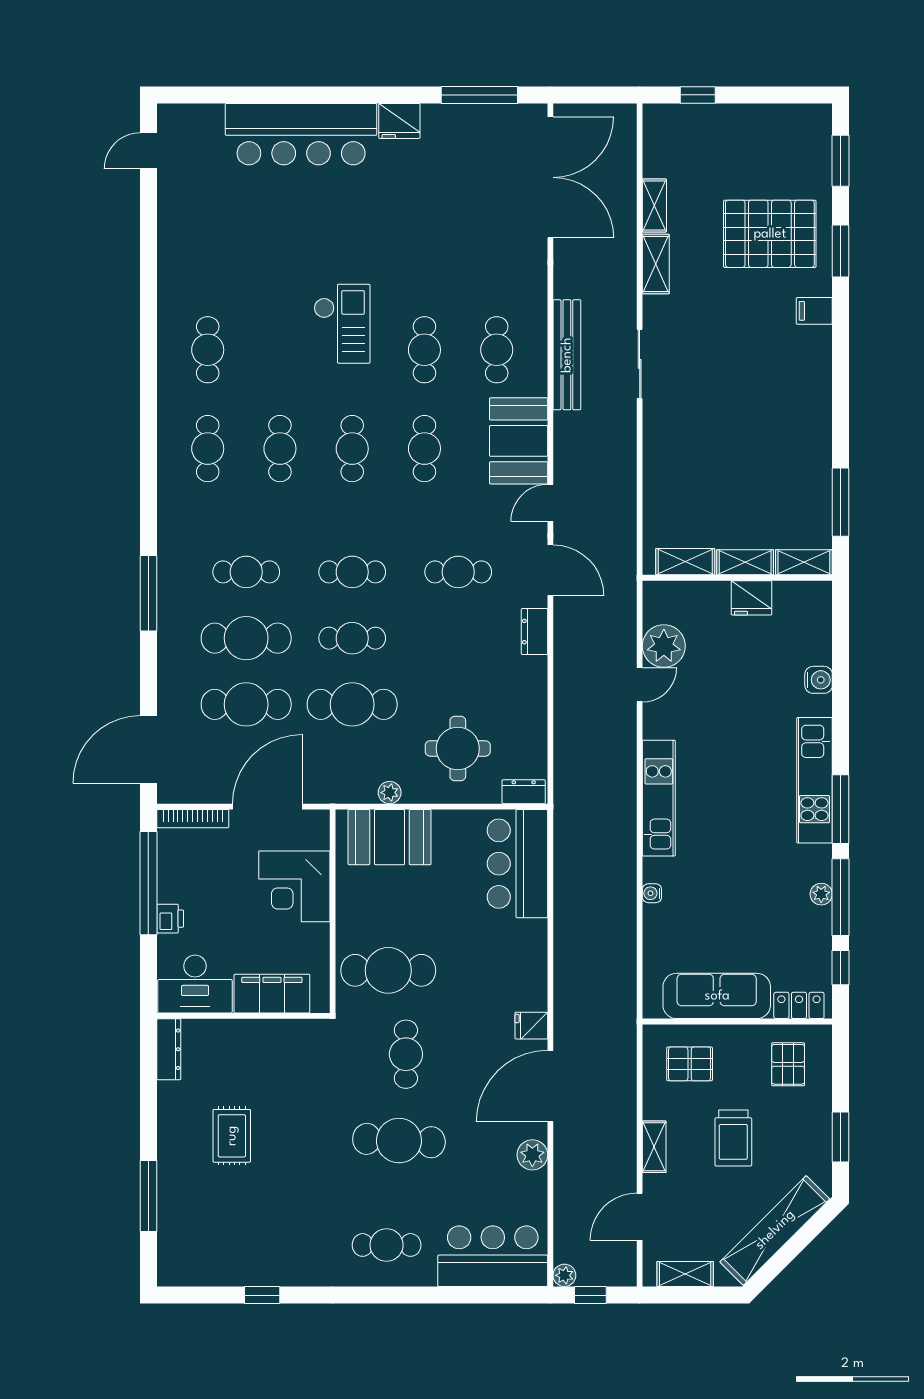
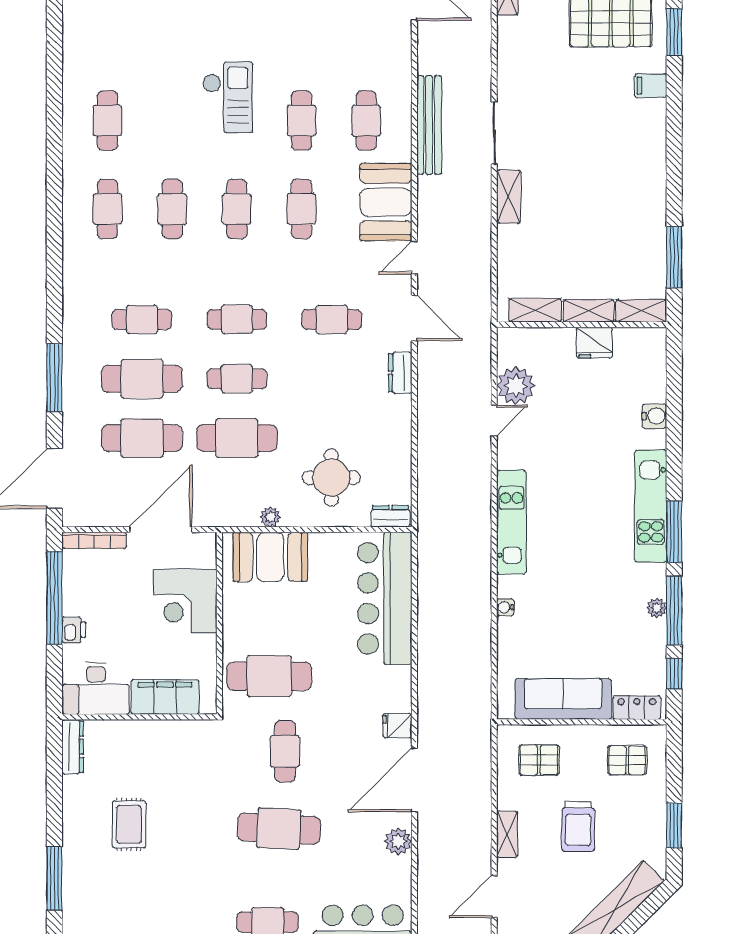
shelving: (656, 264) -> (509, 197), moved
window: (148, 593) -> (54, 378), moved
bar counter: (517, 864) -> (385, 598), width x1.36
pallet: (788, 1064) -> (627, 760), turned 90

